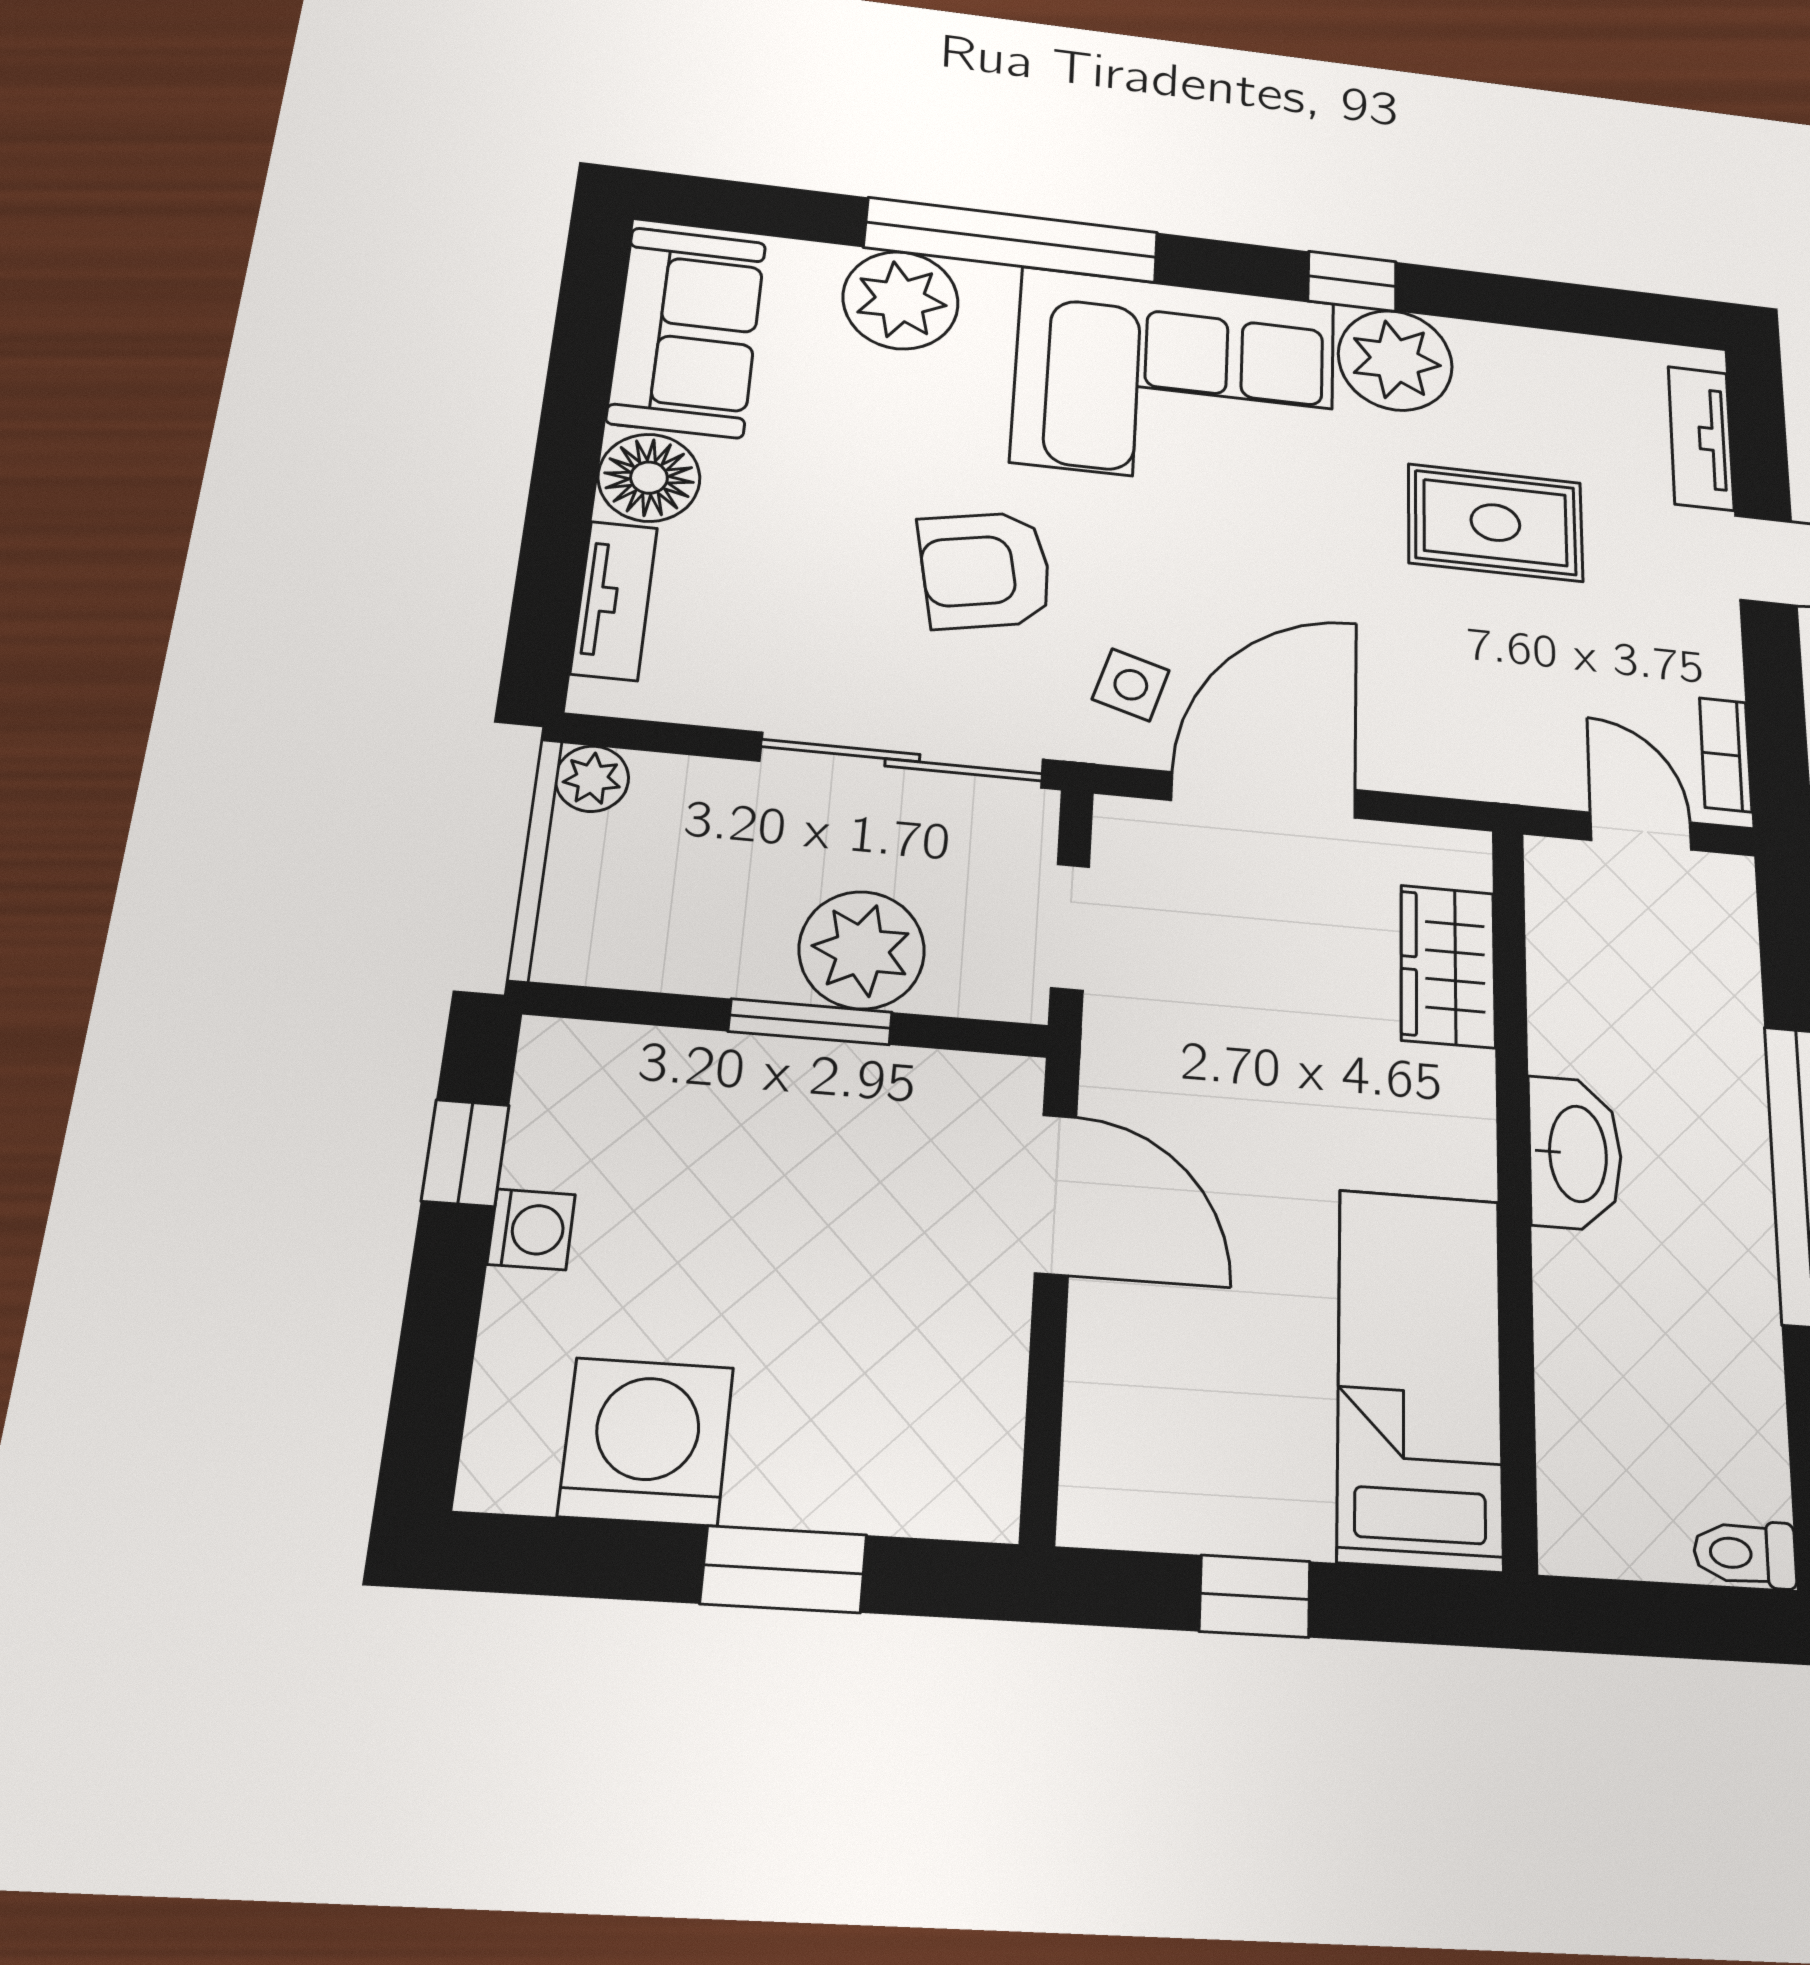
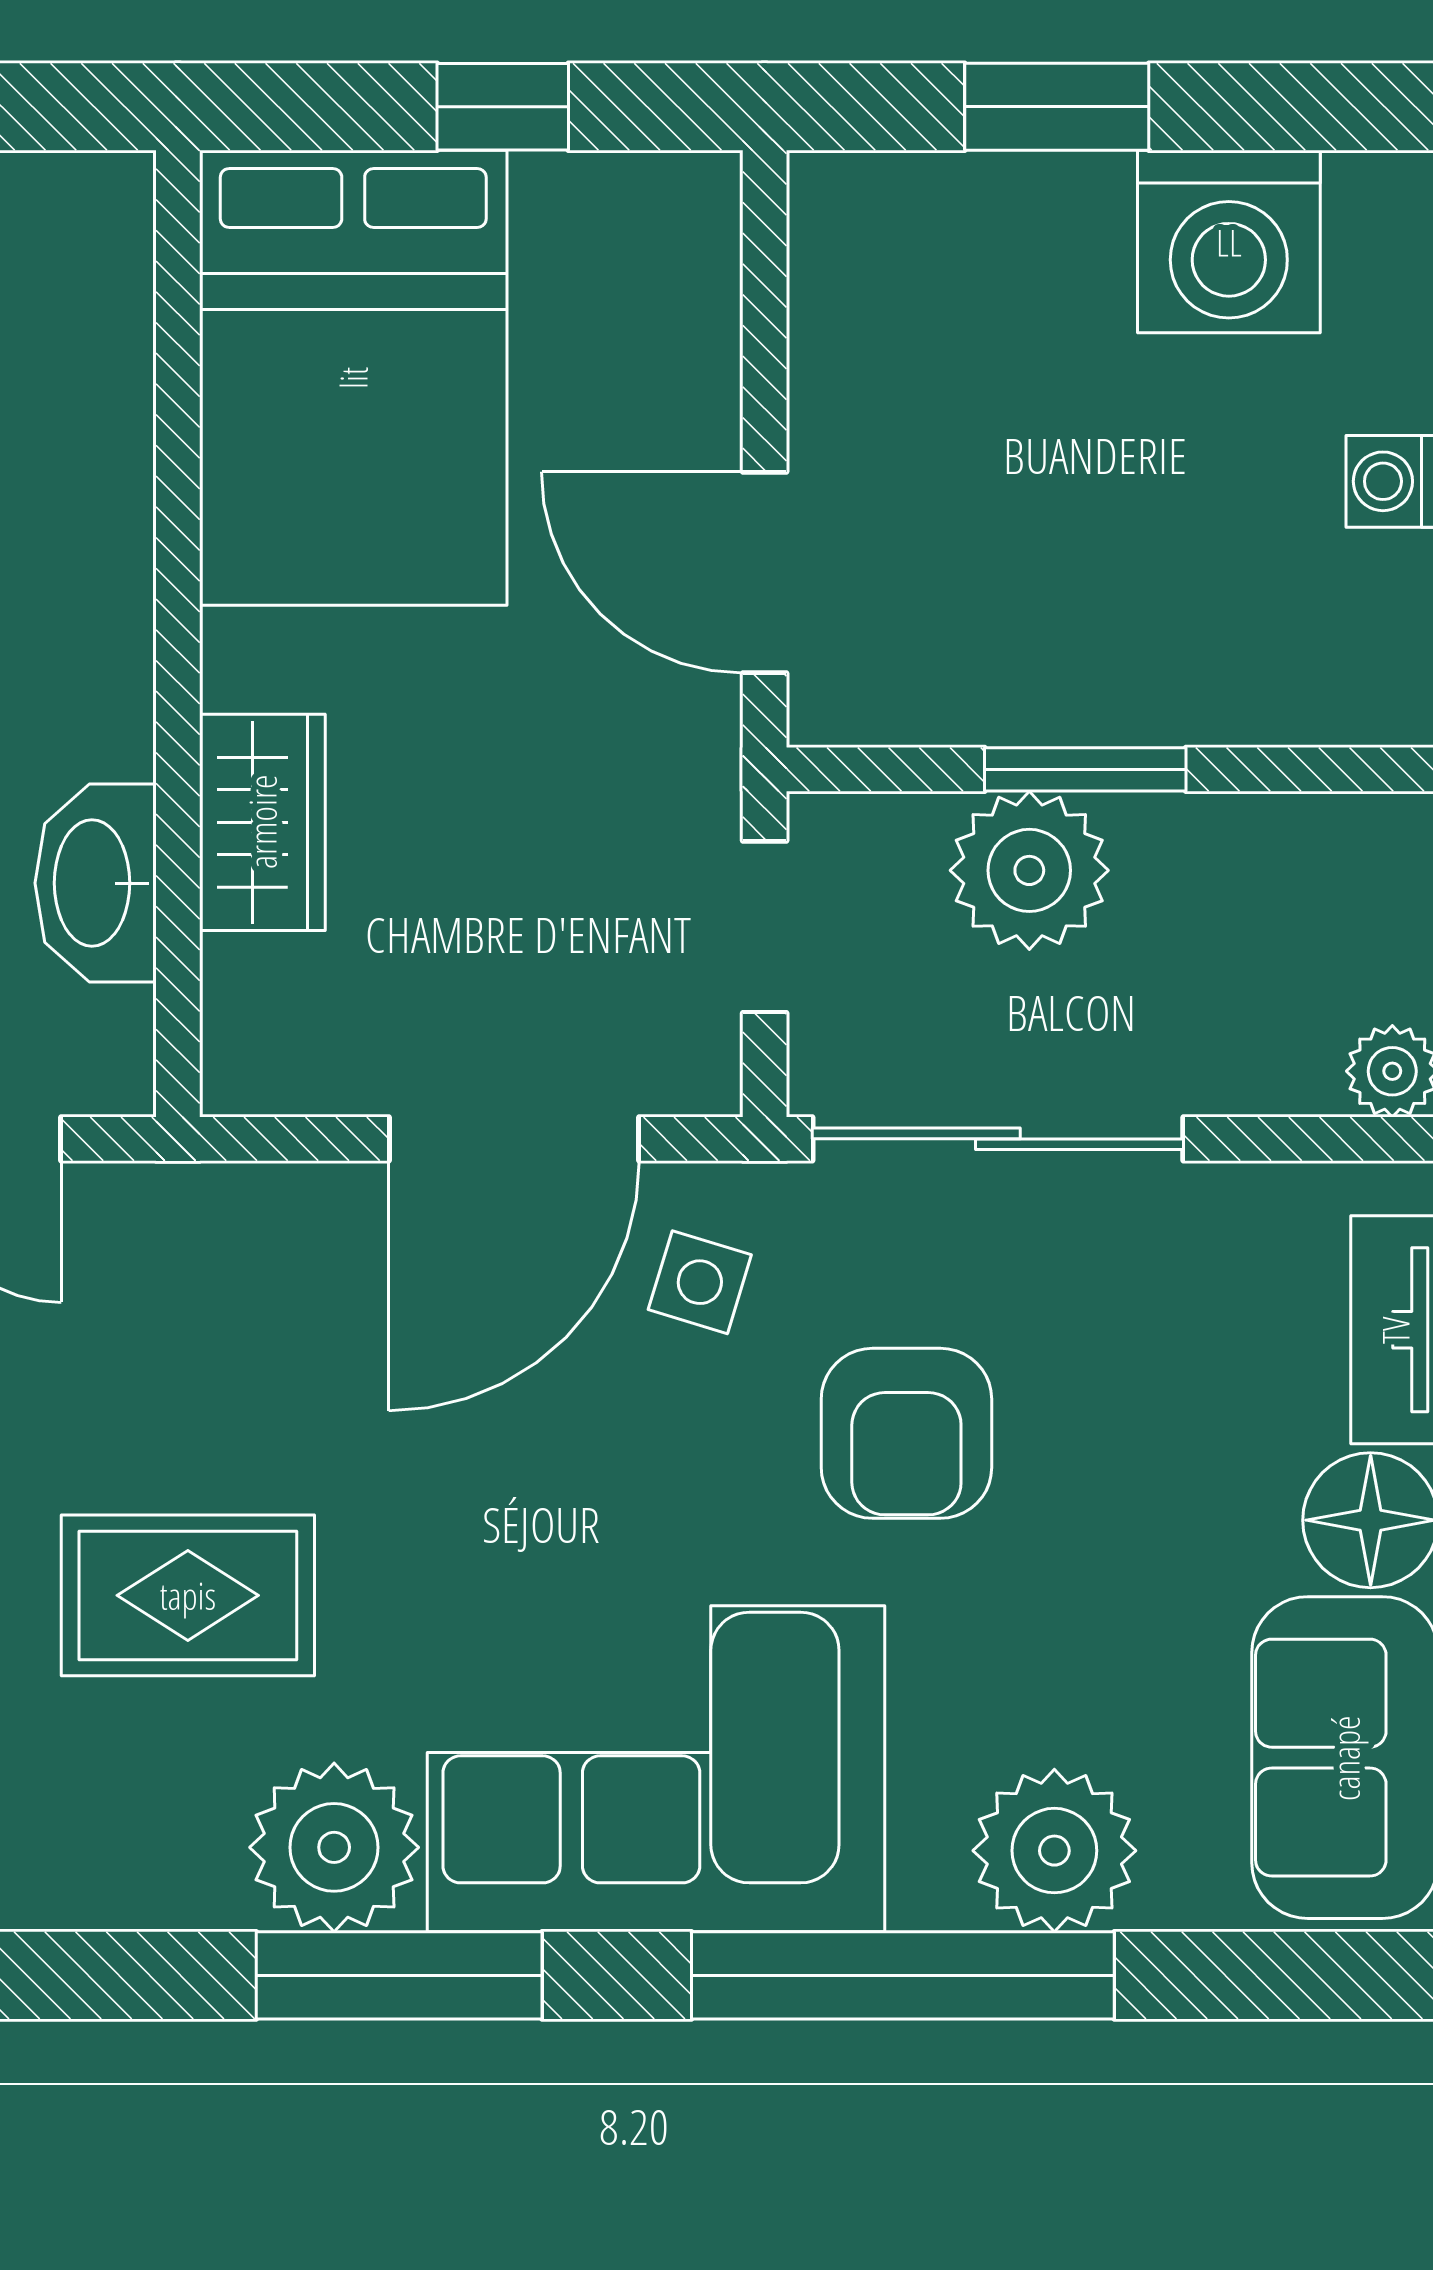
window: (1352, 281) -> (399, 1975), width x2.17
armchair: (986, 570) -> (906, 1433), turned 101
wardrobe: (1448, 966) -> (262, 822), moved
washbasin: (1575, 1153) -> (96, 883), moved
bed: (1420, 1377) -> (353, 378), width x1.50

